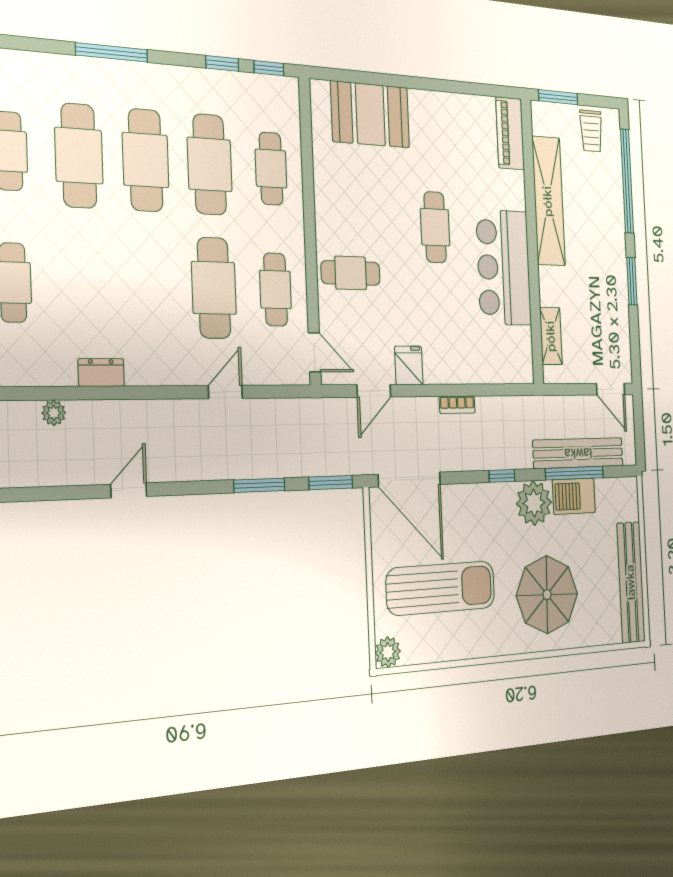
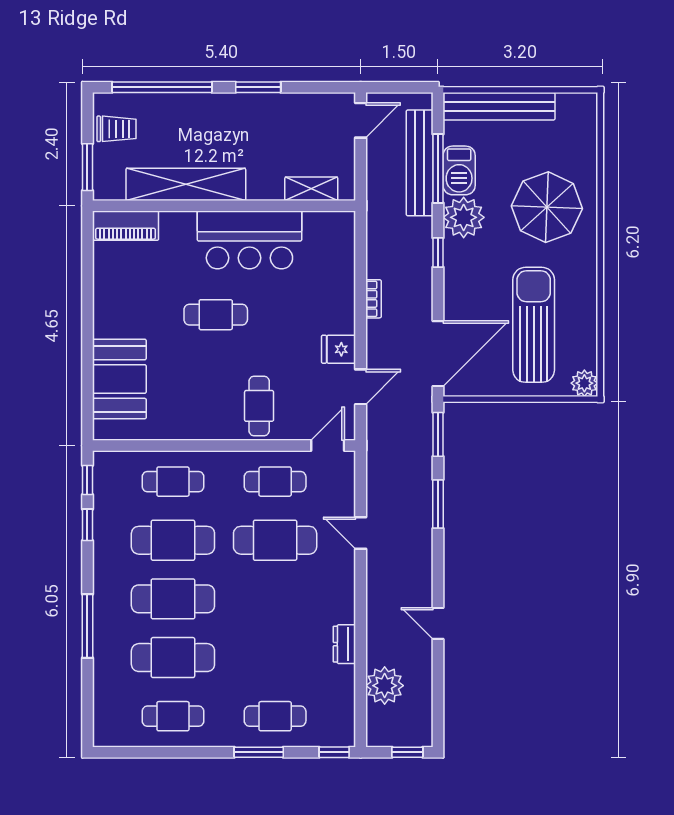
door: (374, 391) -> (361, 387), hinge flipped
plant: (54, 413) -> (385, 686), width x1.88, depth x1.88
bench: (631, 582) -> (499, 106), moved

